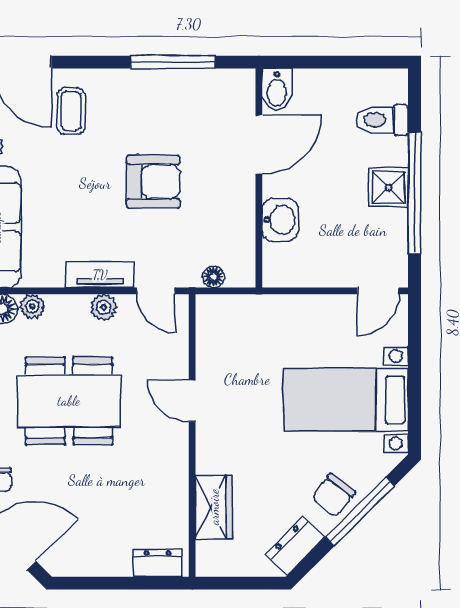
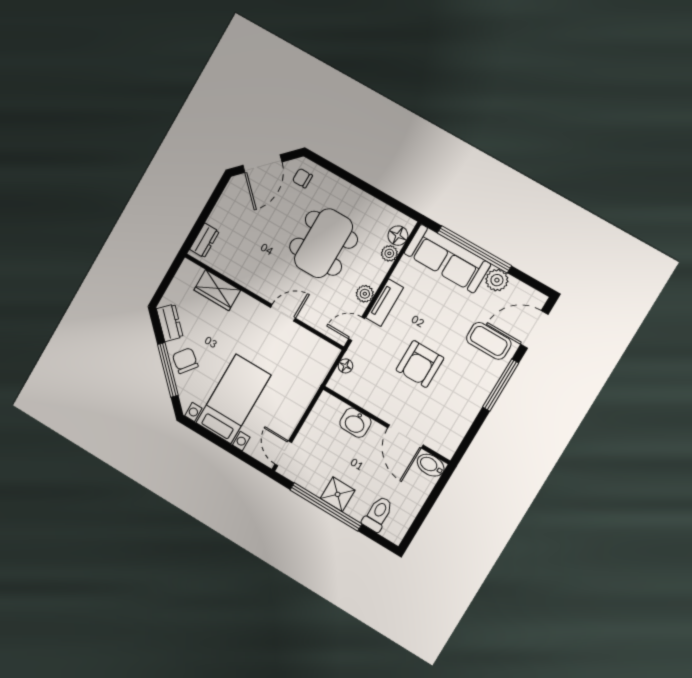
window: (173, 62) -> (501, 385), moved
coffee table: (71, 111) -> (489, 341), width x1.36, depth x1.30

